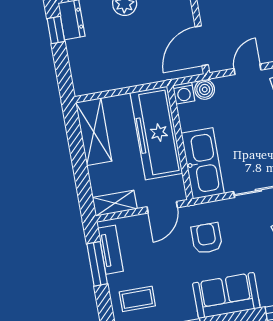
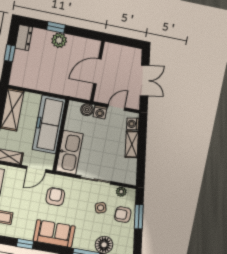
window: (56, 30) -> (10, 53), moved
door: (202, 46) -> (97, 71), moved
washing machine: (184, 93) -> (100, 112), moved

